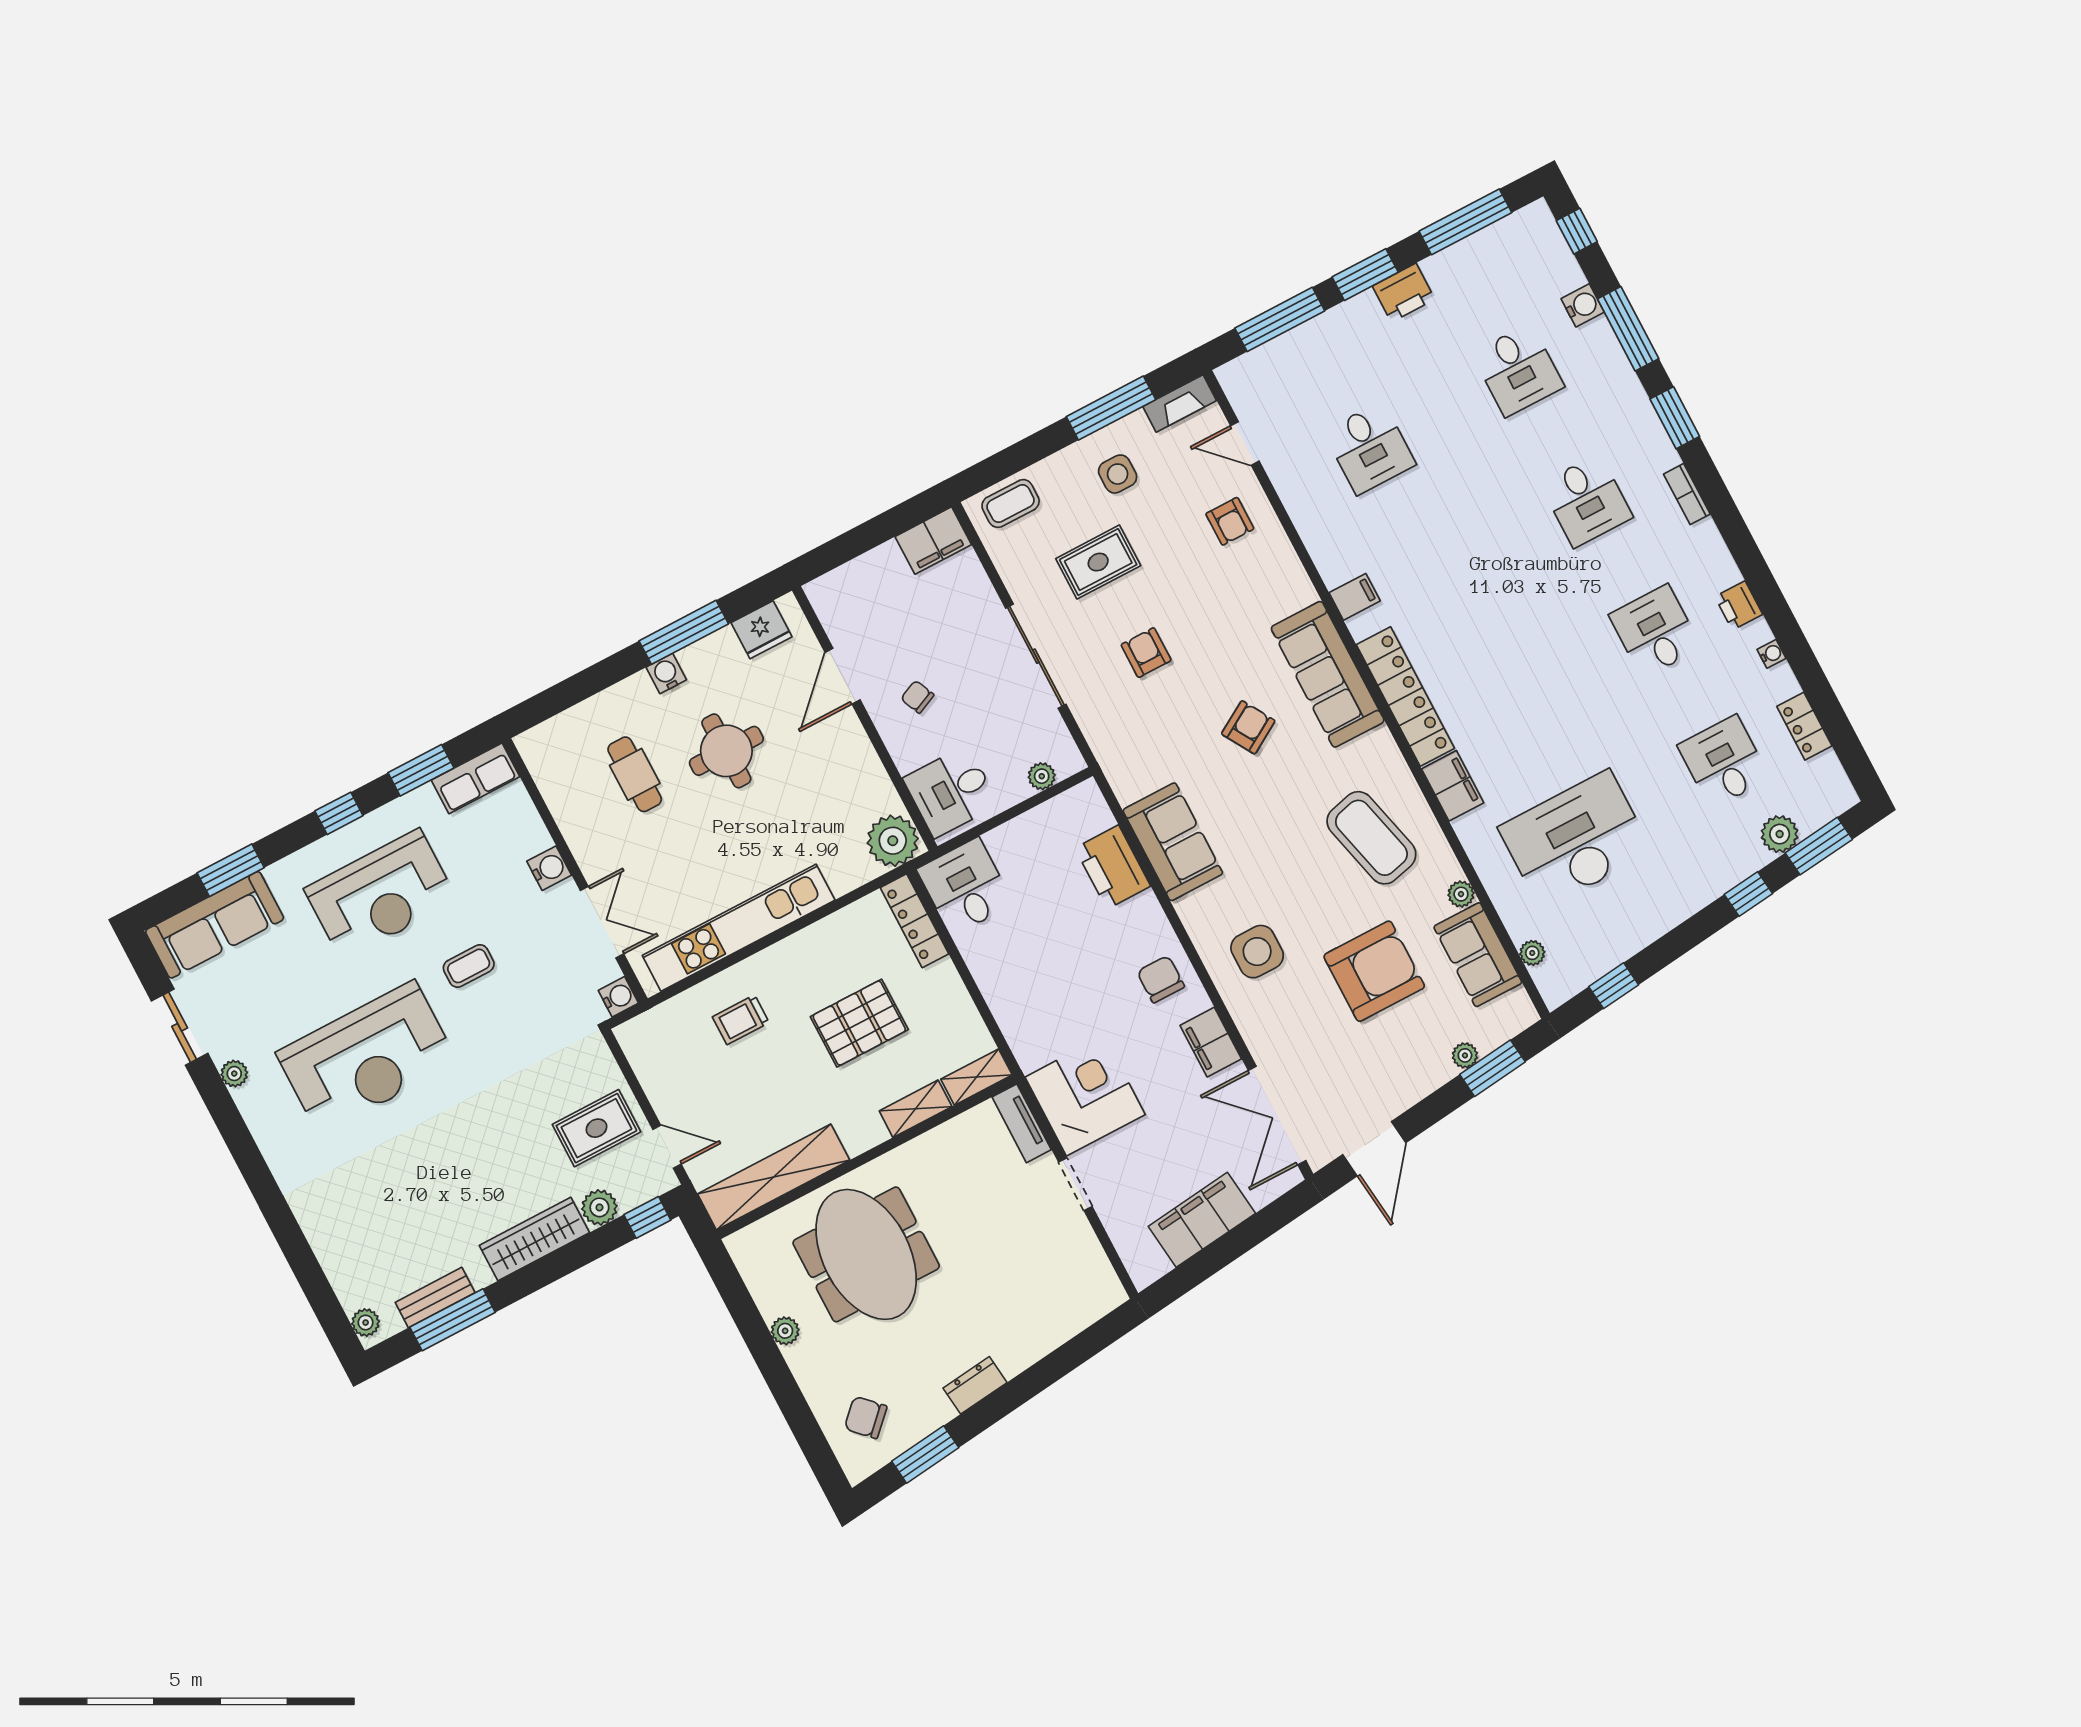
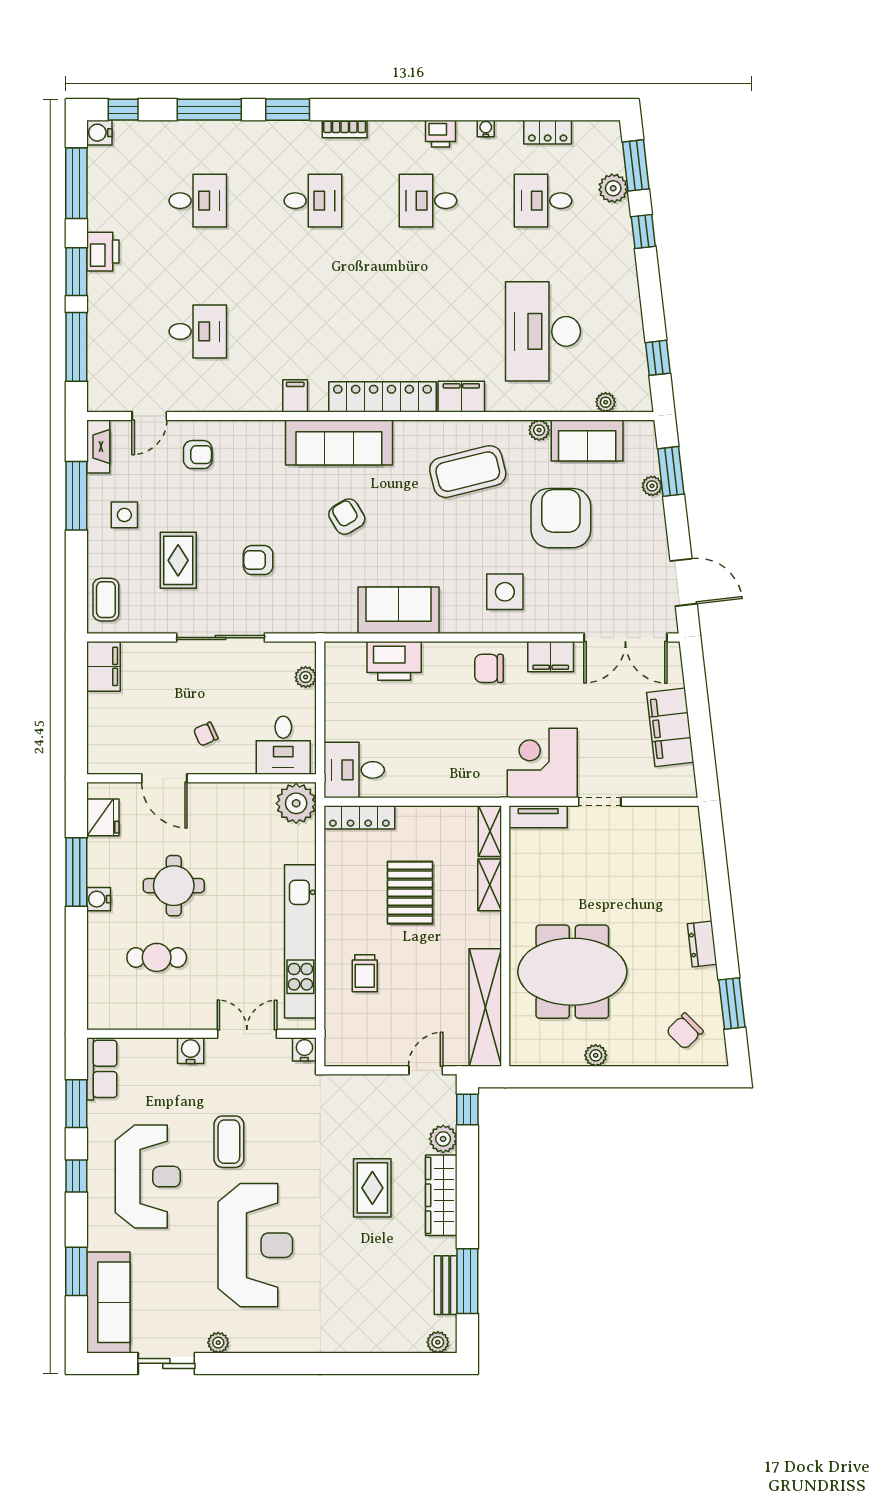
water cooler: (1583, 305) -> (99, 133), moved, turned -90
coffee table: (469, 966) -> (229, 1142), width x1.36, depth x1.30
rug: (597, 1128) -> (372, 1188), moved

